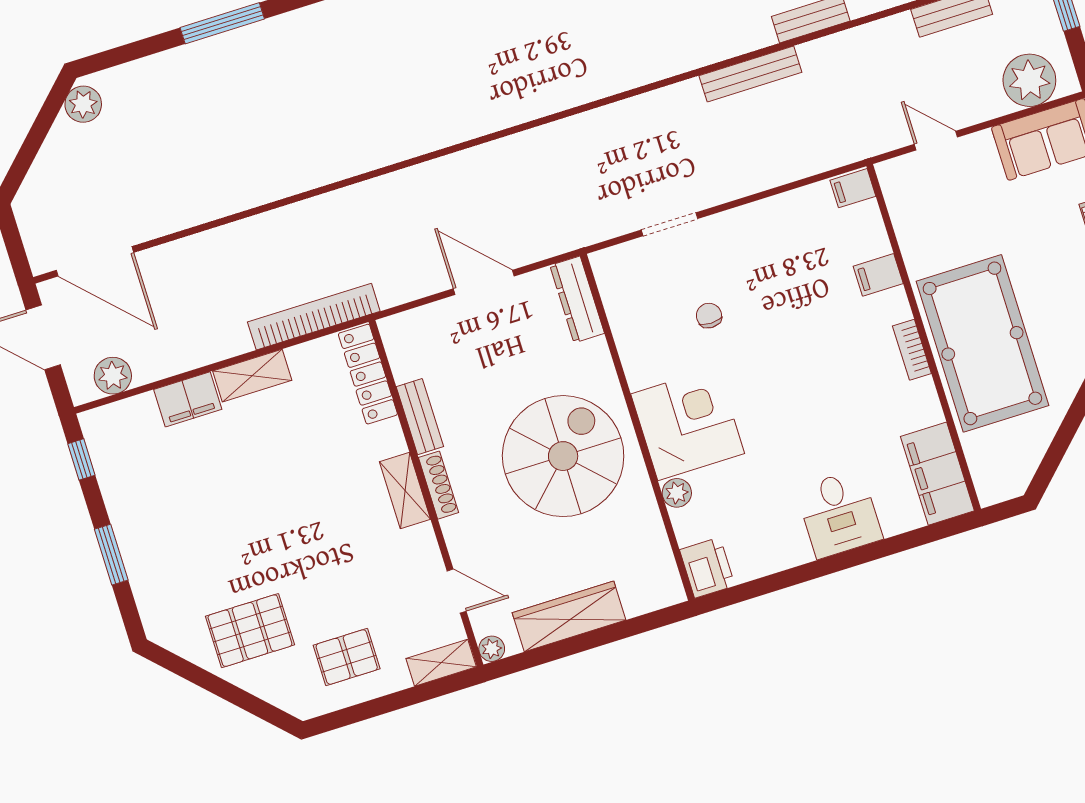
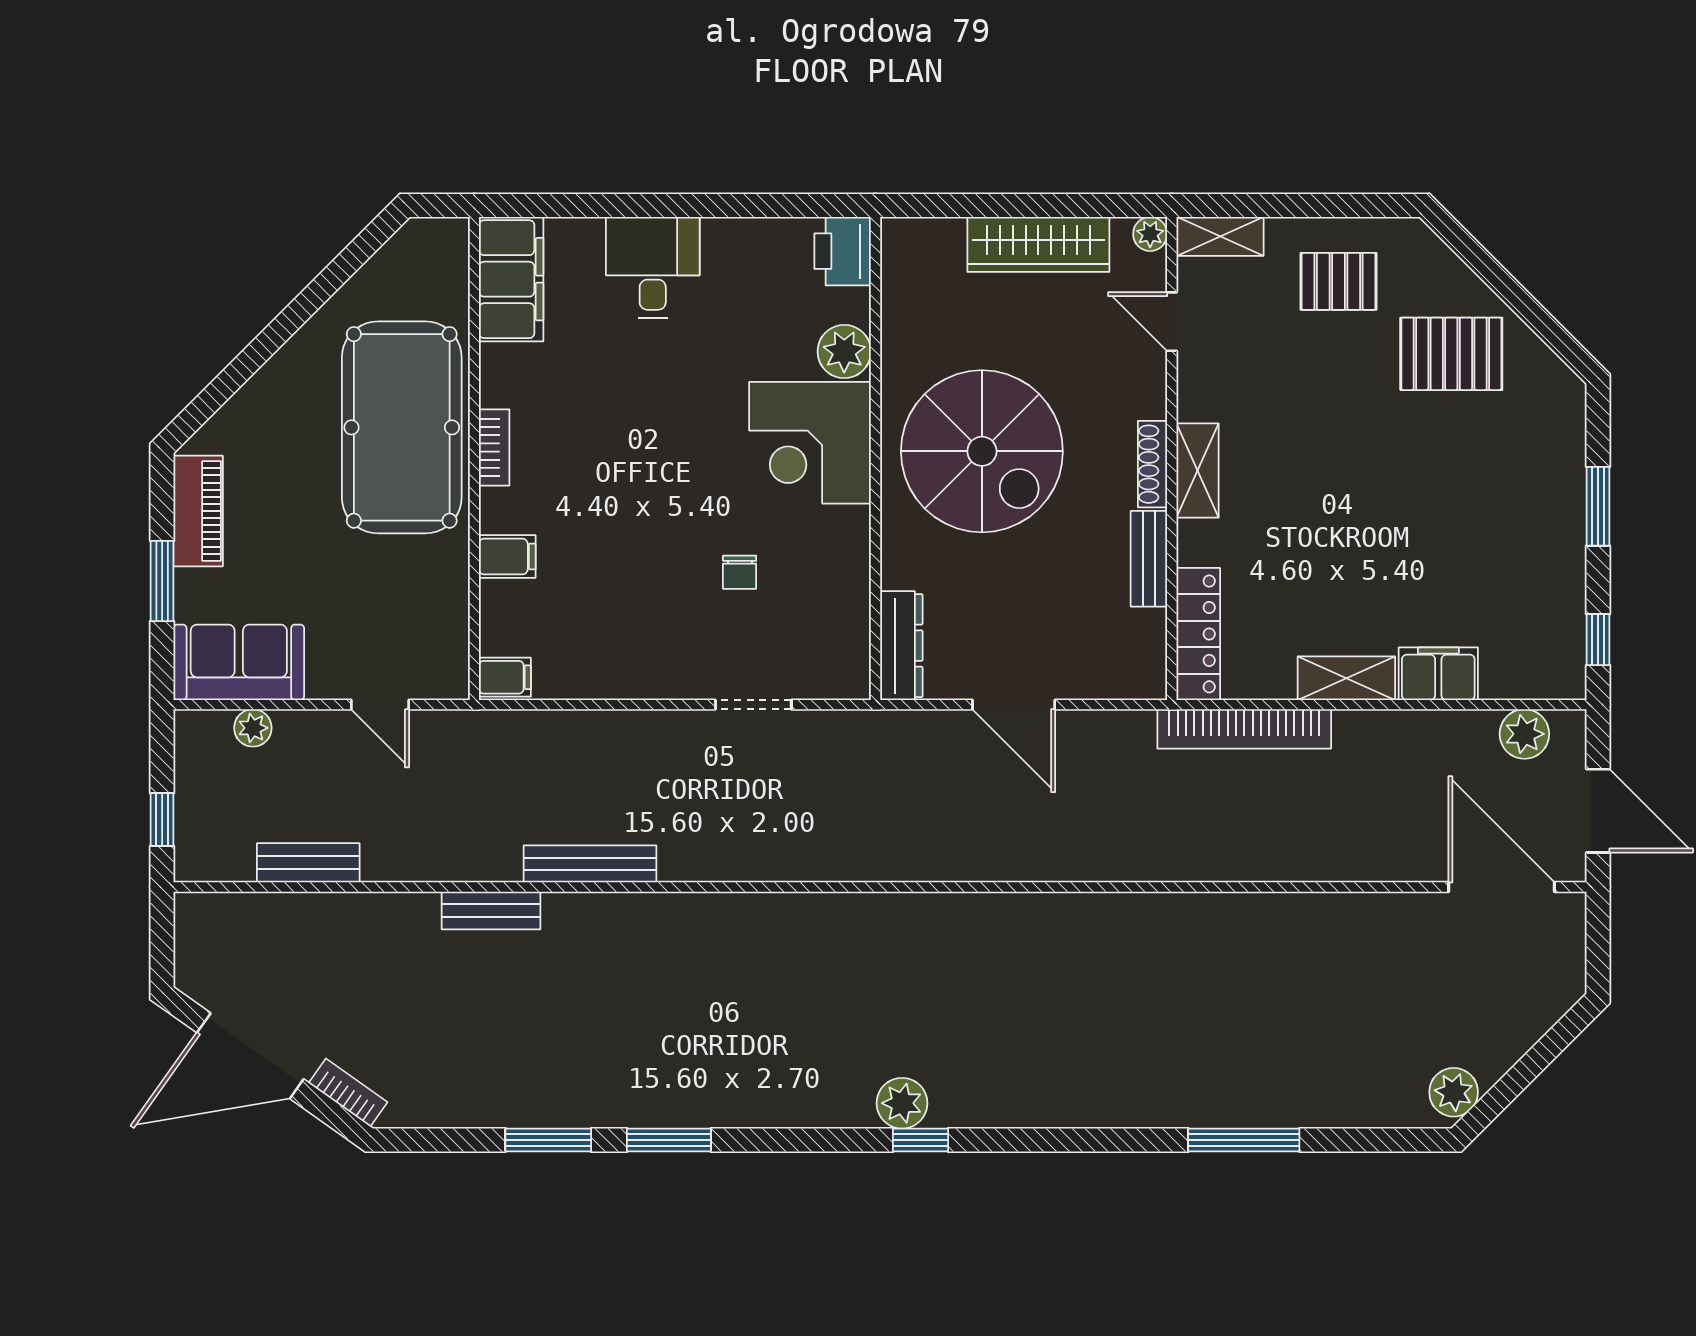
plant: (1029, 80) -> (253, 728), width x0.53, depth x0.53
spiral stairs: (563, 456) -> (982, 451), turned -90
plant: (677, 493) -> (844, 352), width x1.38, depth x1.38

